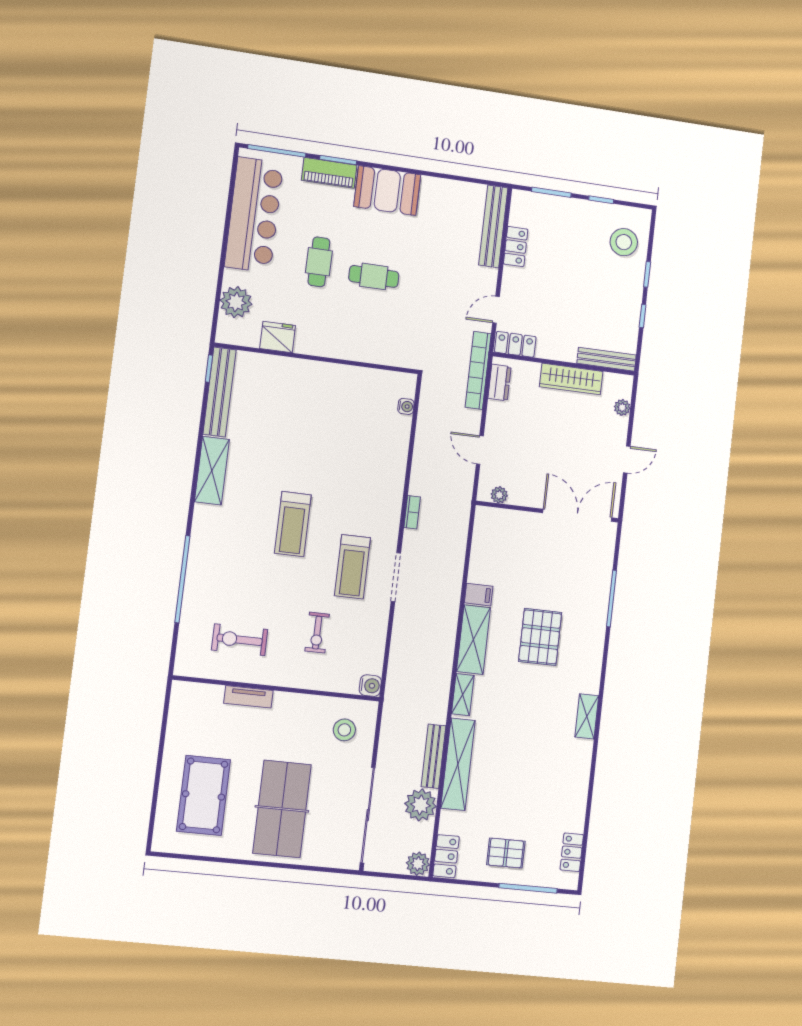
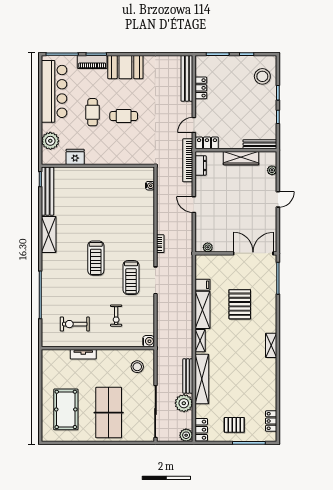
plant: (499, 495) -> (208, 247), moved
wall: (547, 512) -> (236, 253), moved
double door: (577, 515) -> (253, 253), moved

